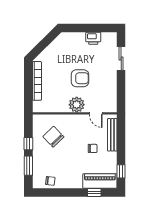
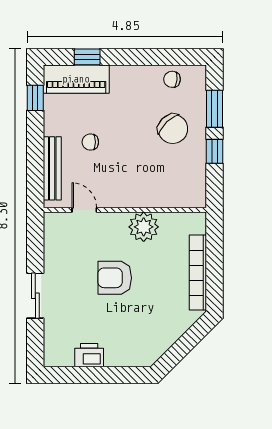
sliding door: (121, 59) -> (35, 296), moved
plant: (77, 105) -> (144, 227), moved
chair: (53, 137) -> (173, 129), moved

